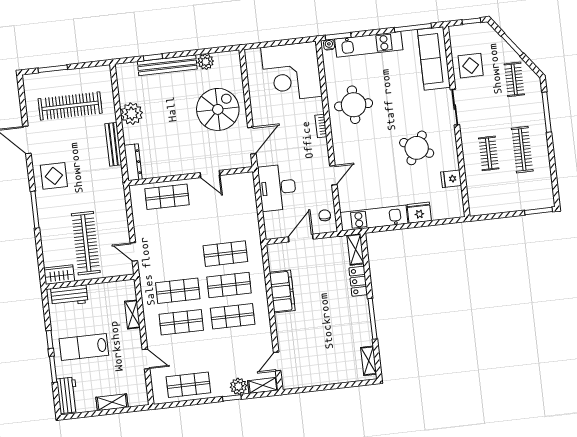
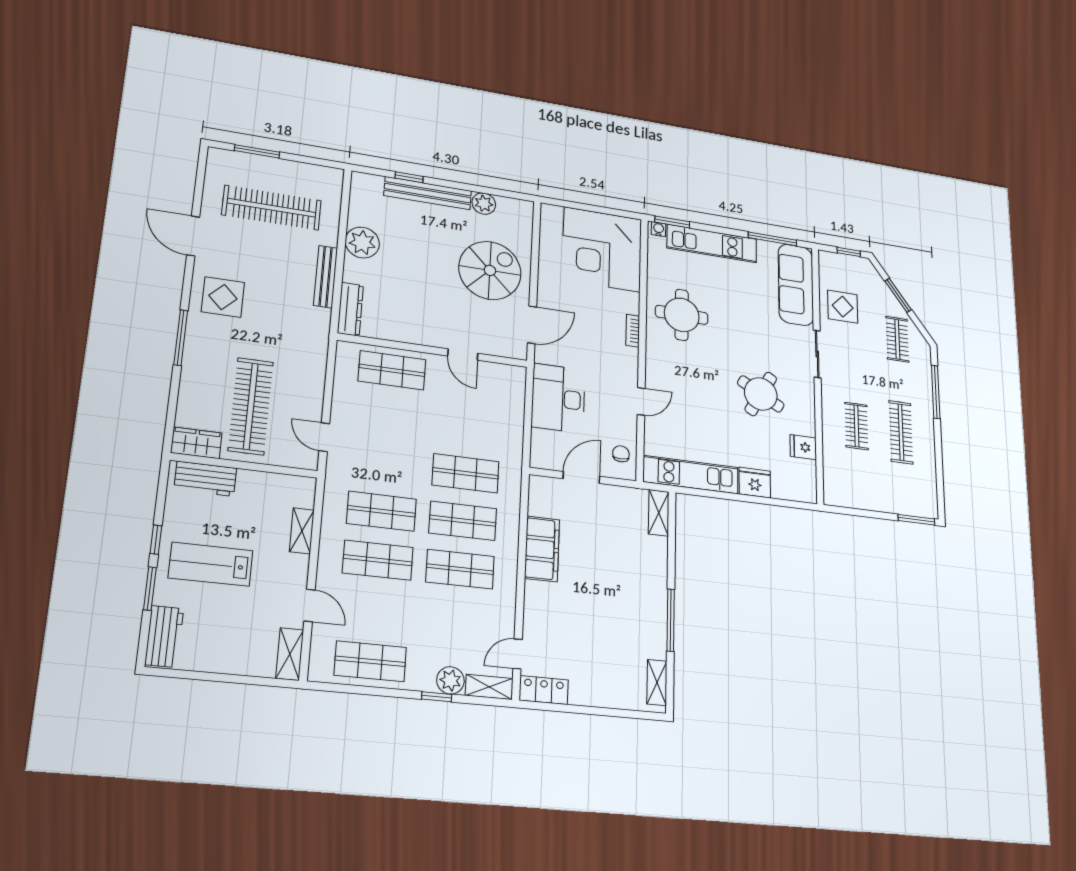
locker: (358, 281) -> (544, 690), moved, turned 90
shelving: (112, 402) -> (290, 654), moved, turned 90

